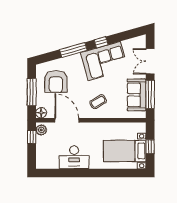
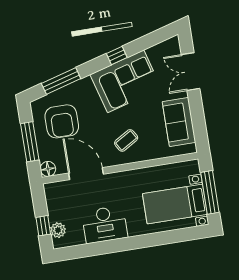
window: (73, 50) -> (61, 81), moved
window: (150, 94) -> (198, 118), removed
plant: (41, 130) -> (58, 230), moved
window: (32, 137) -> (43, 226), moved
window: (150, 147) -> (210, 192), width x2.17

